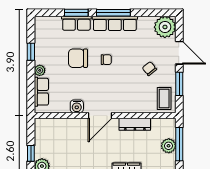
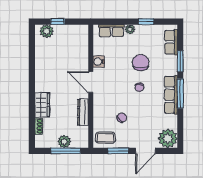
row of seats: (76, 23) -> (171, 42), moved
chair: (149, 69) -> (122, 118), moved

